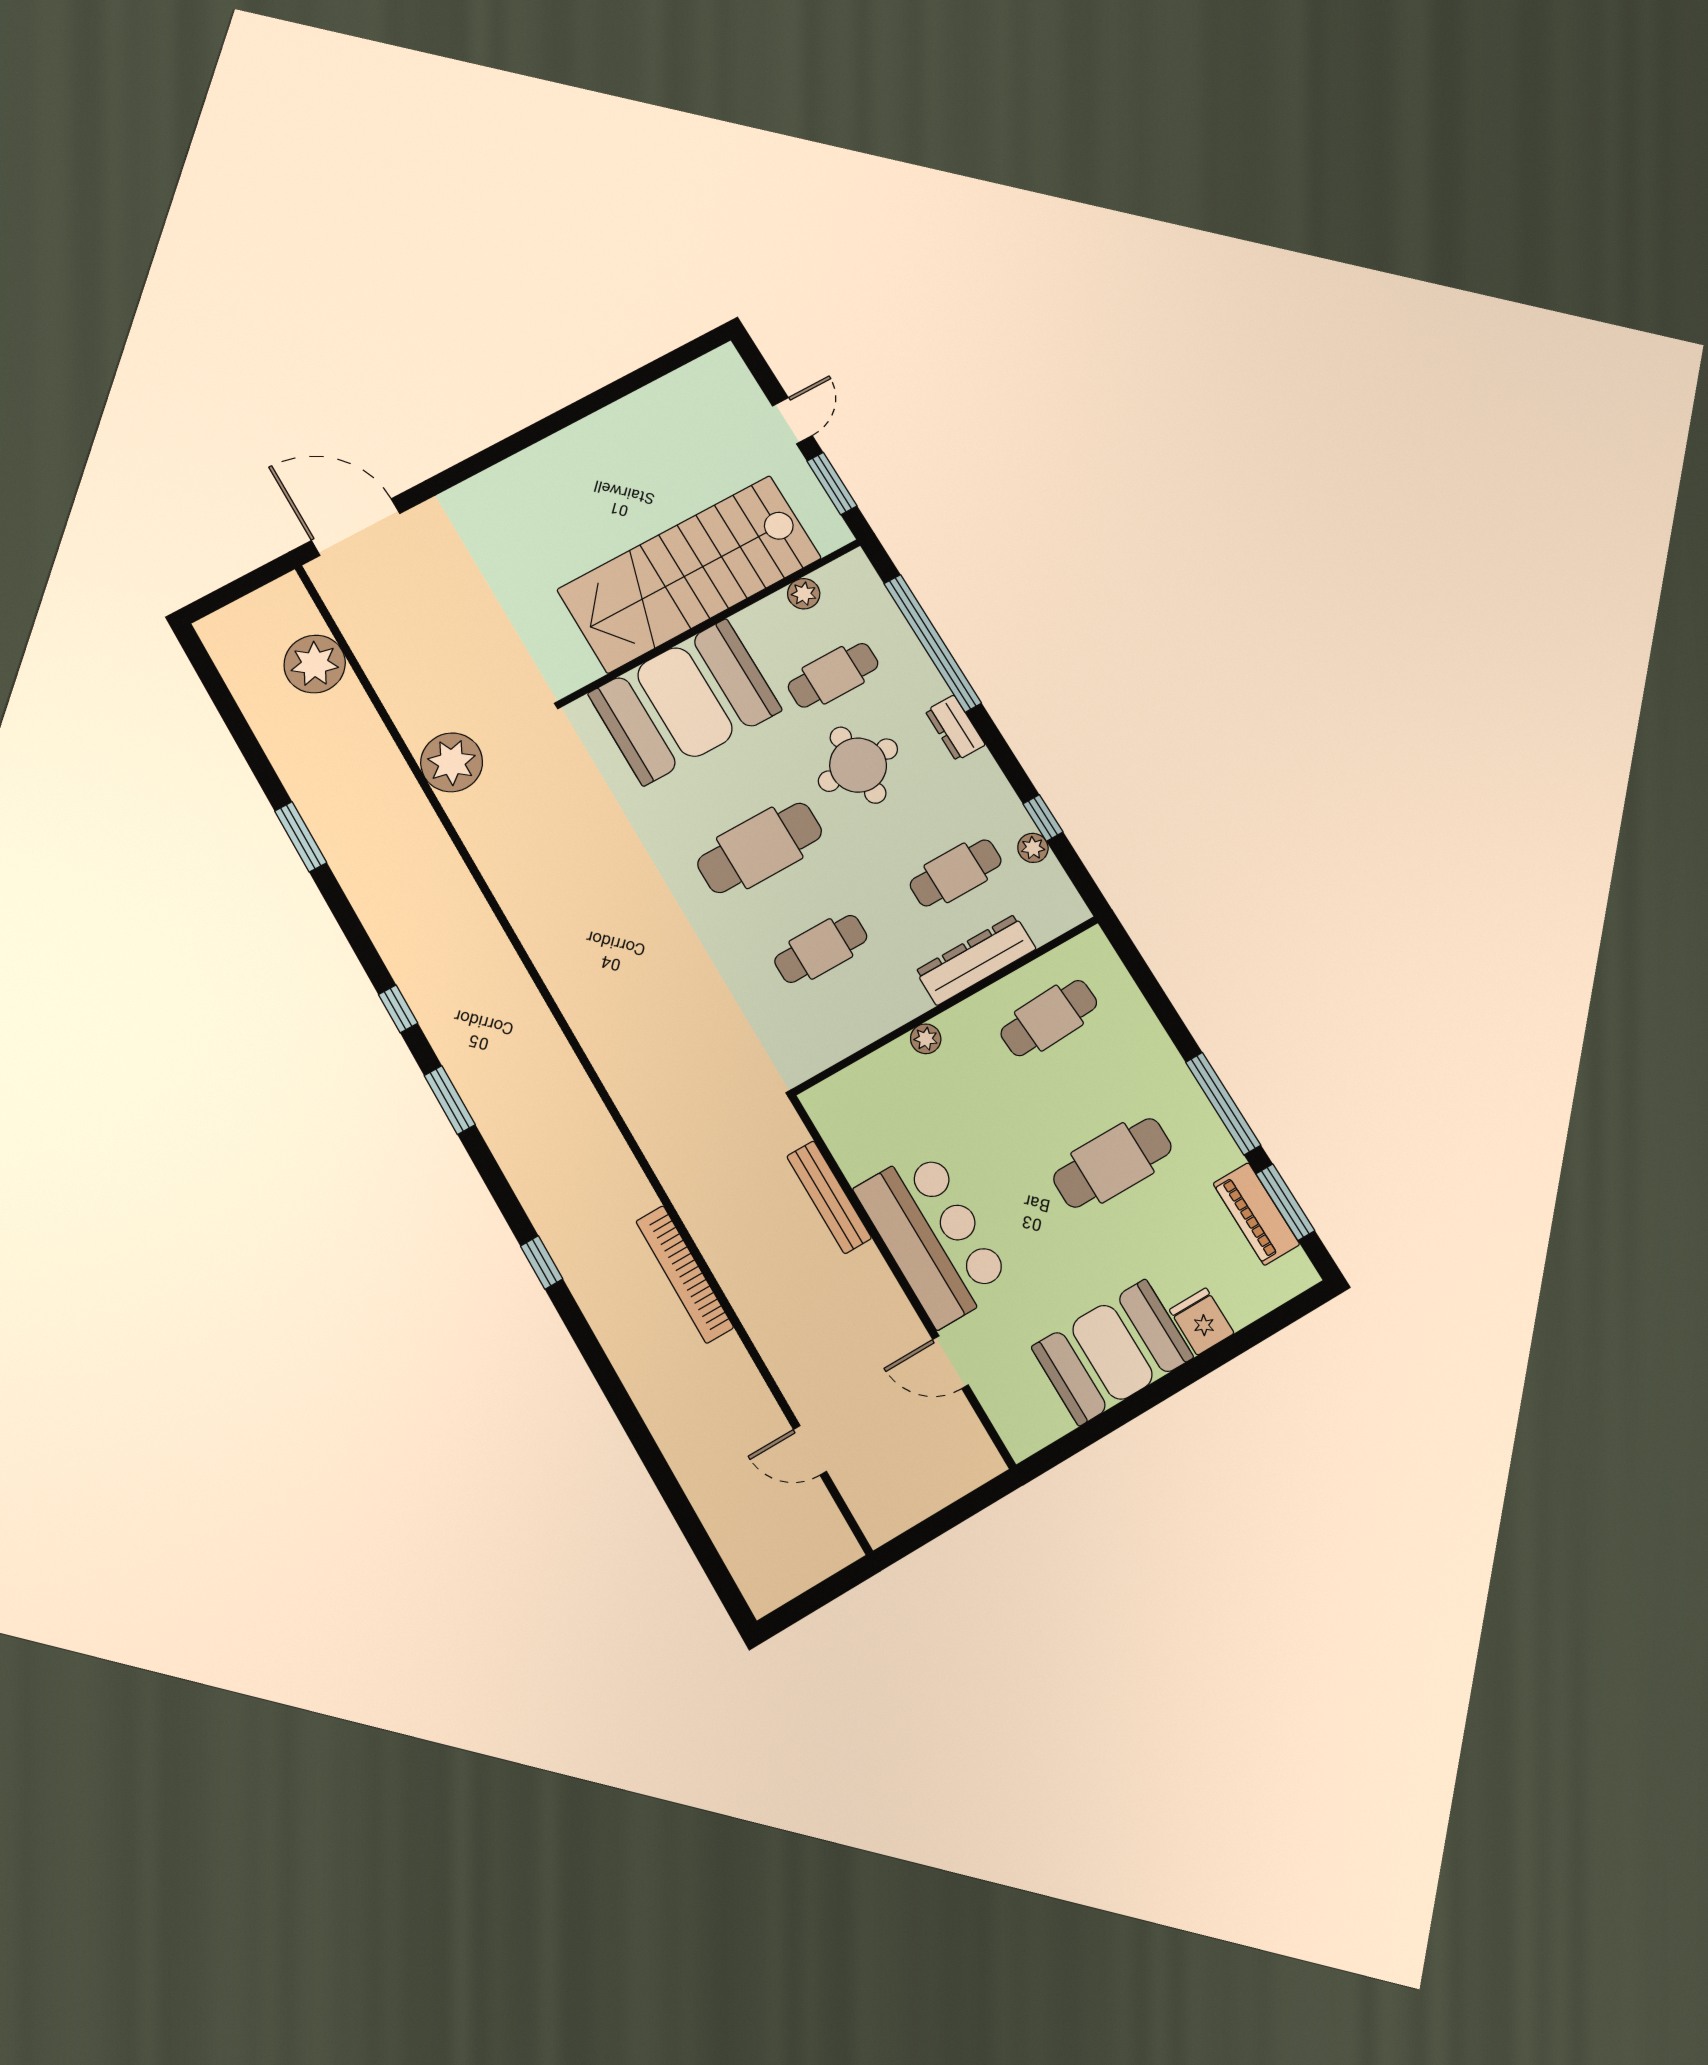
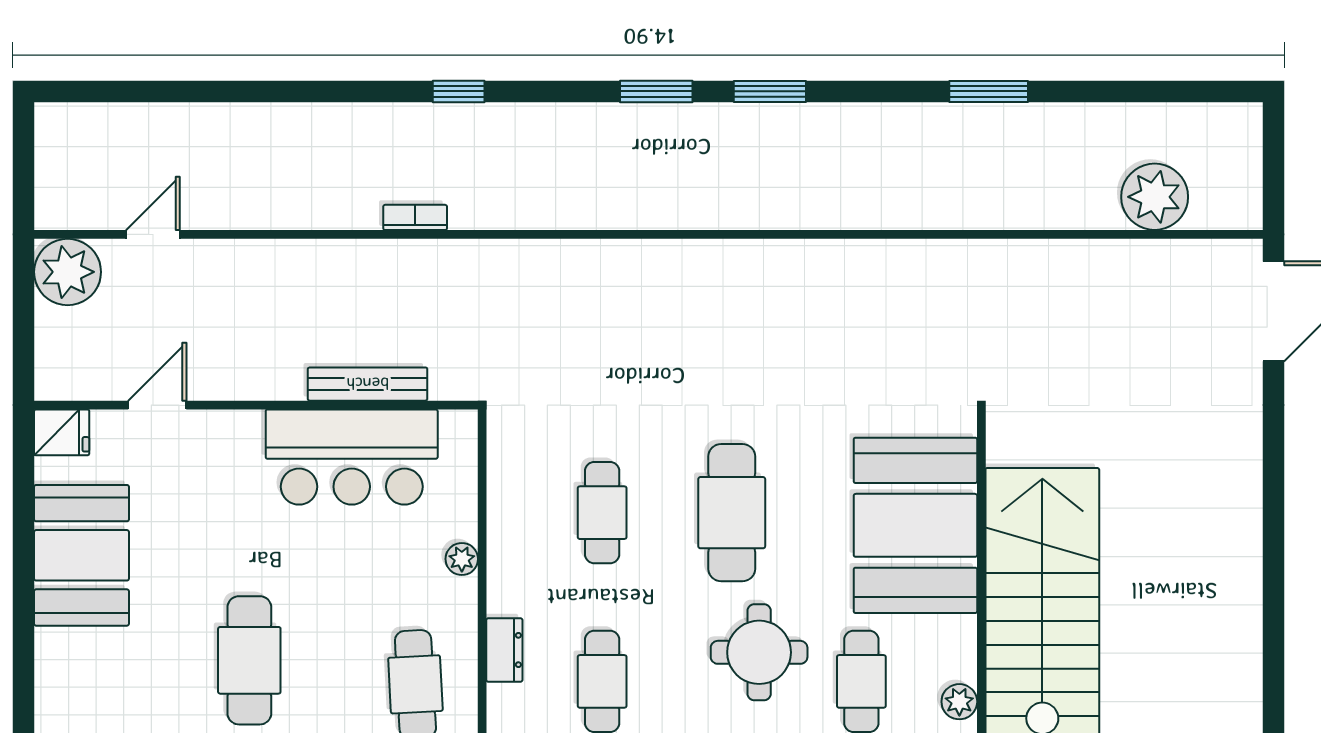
plant: (452, 762) -> (68, 272), moved
dresser: (976, 960) -> (504, 650), width x0.51, depth x0.80
window: (398, 1009) -> (770, 91), width x1.50
bar counter: (933, 1237) -> (352, 457), moved
bookcase: (685, 1274) -> (415, 217), width x0.43, depth x0.76
fridge: (1202, 1321) -> (62, 432), moved

